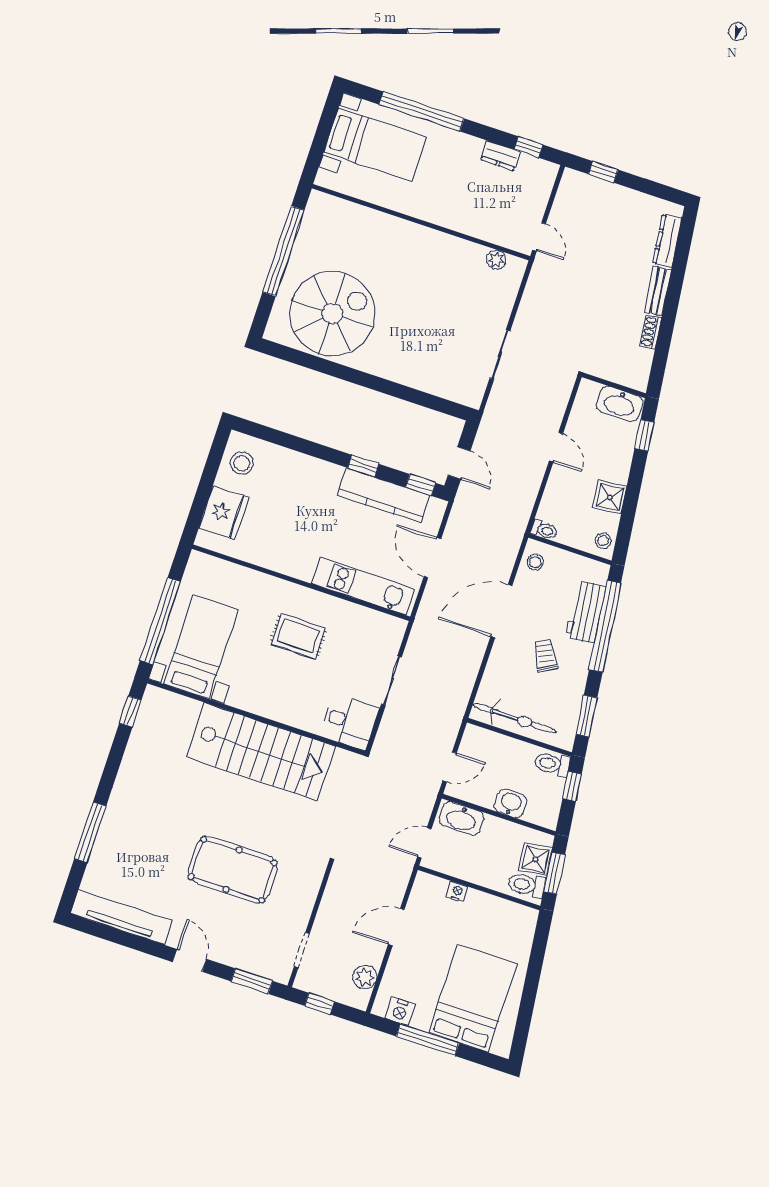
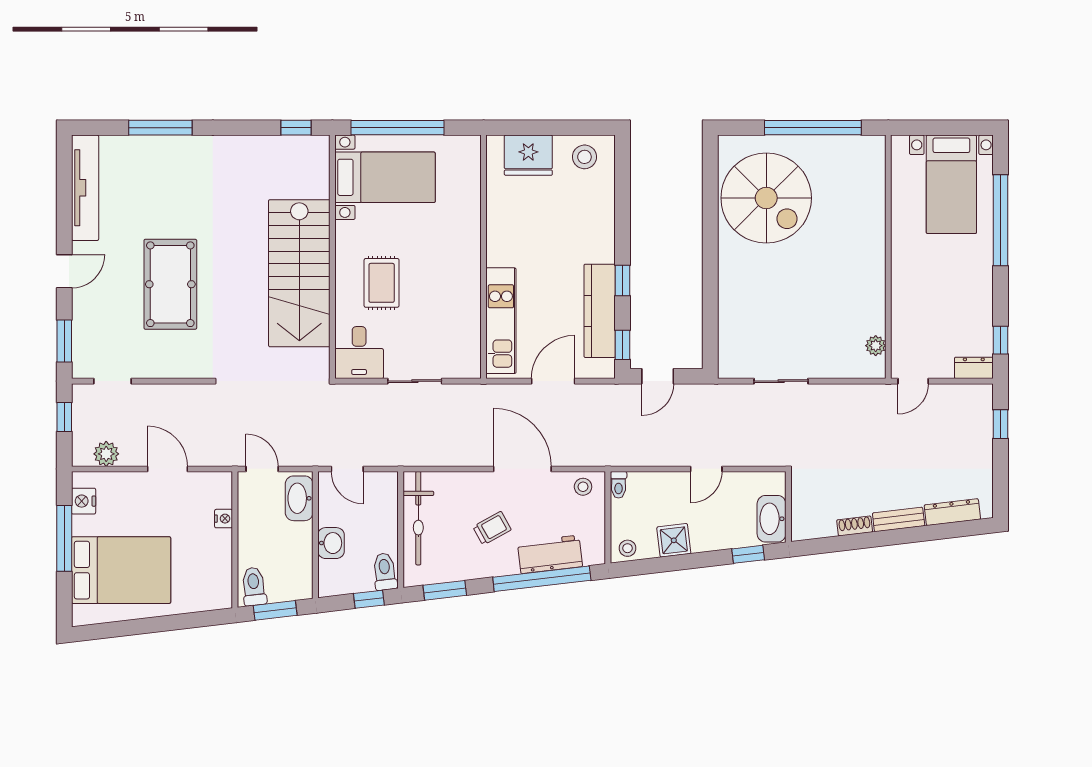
dresser: (501, 156) -> (974, 368), moved, turned 90
rug: (298, 636) -> (382, 283), moved
shower: (535, 859) -> (283, 587), removed

